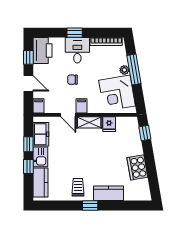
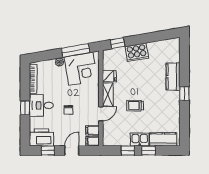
window: (134, 69) -> (75, 50), moved
filing cabinet: (82, 106) -> (93, 130), moved
freezer: (41, 134) -> (119, 139), removed
cooker: (137, 167) -> (137, 52), moved
trolley: (78, 187) -> (135, 106), moved

